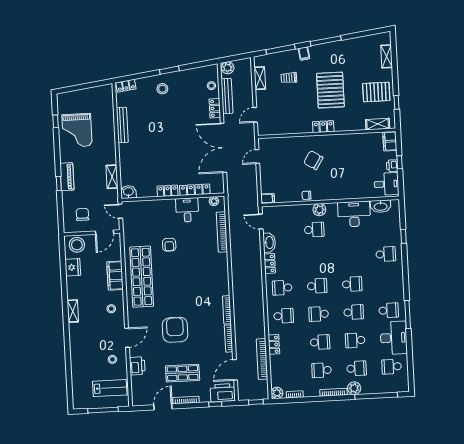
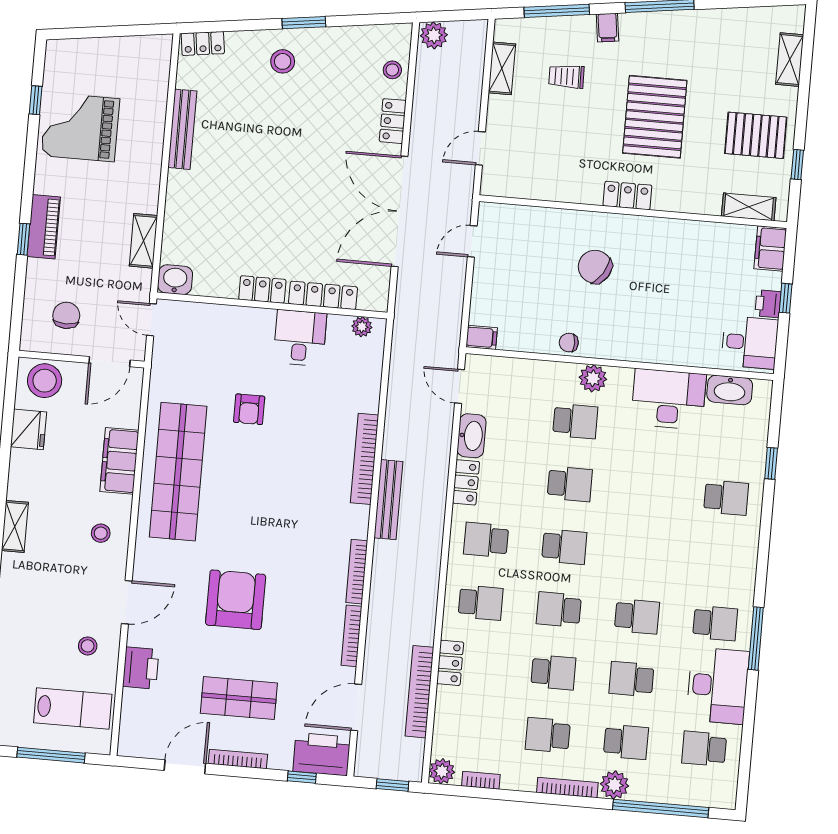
bench: (227, 96) -> (388, 500), moved
grand piano: (77, 130) -> (80, 127), turned 90
bookcase: (222, 232) -> (365, 459), moved
school desk: (352, 284) -> (570, 484), moved

